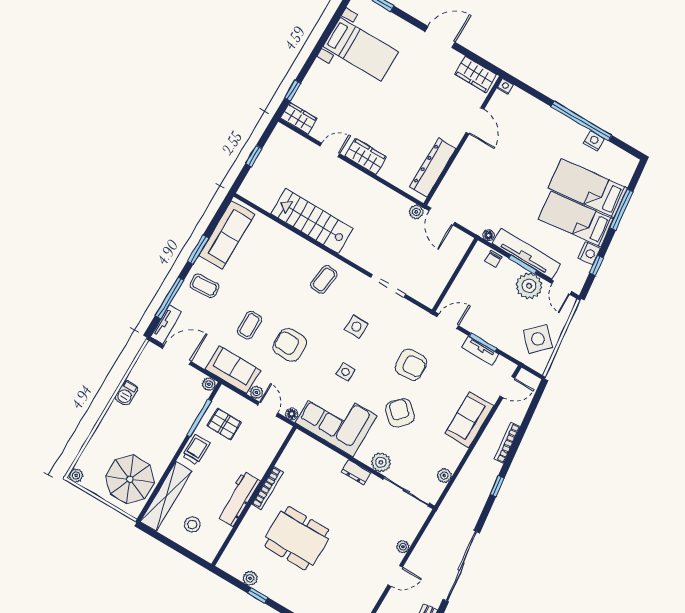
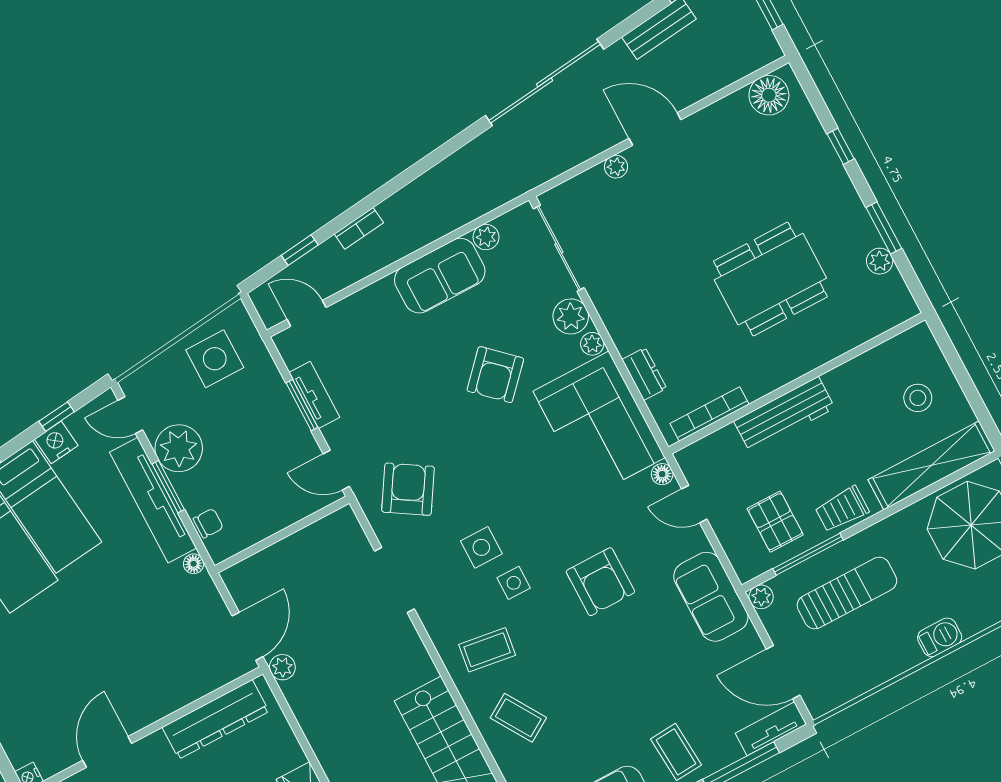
door: (562, 288) -> (130, 415), swing flipped
coffee table: (249, 325) -> (518, 718), moved, turned 58
side table: (538, 339) -> (215, 359), turned 45
armchair: (411, 365) -> (408, 489), moved, turned 36
side table: (345, 372) -> (514, 583), moved
plant: (256, 392) -> (592, 344), moved
barbecue: (126, 393) -> (940, 637), moved
door: (268, 409) -> (694, 504), hinge flipped
sun lounger: (169, 411) -> (847, 593), added
sofa: (469, 420) -> (440, 276), moved
bookcase: (507, 443) -> (359, 228), width x0.64
dresser: (356, 472) -> (644, 374), moved
window: (497, 486) -> (300, 250), moved
bookcase: (268, 488) -> (710, 414), moved
workbench: (238, 499) -> (784, 415), moved
dining table: (297, 538) -> (770, 279), turned 90
door: (395, 576) -> (655, 129), width x1.38
window: (258, 595) -> (884, 228), width x1.50

